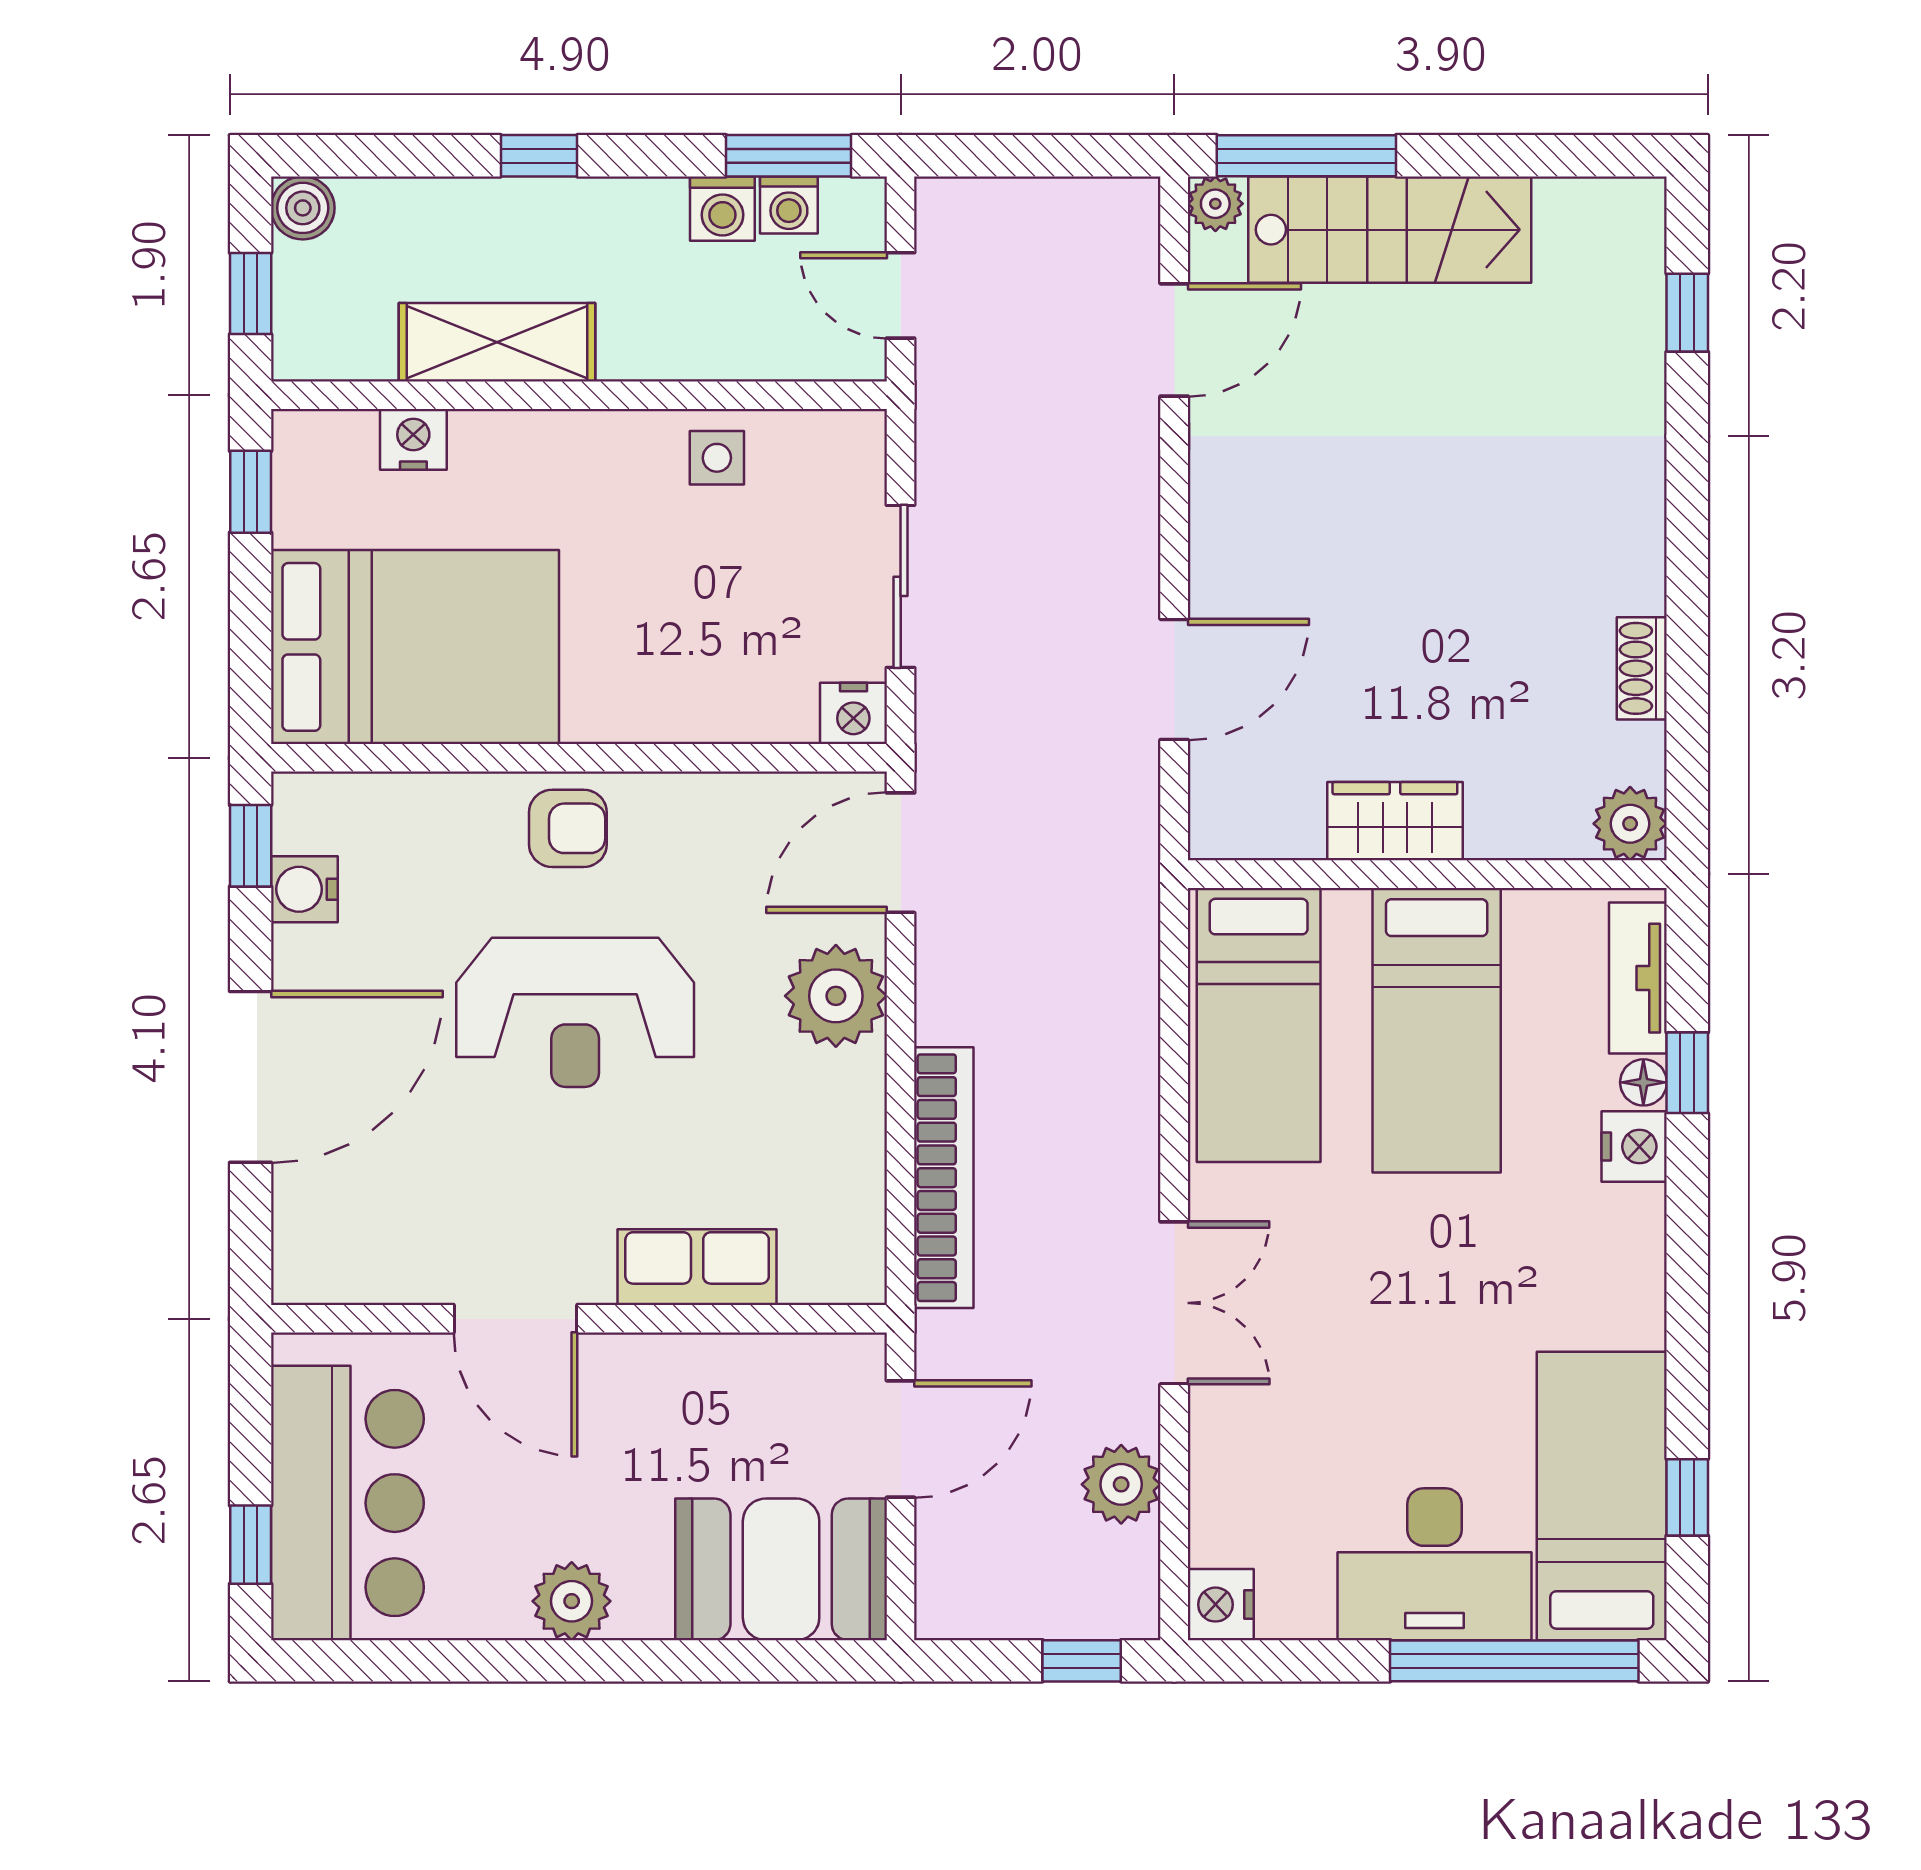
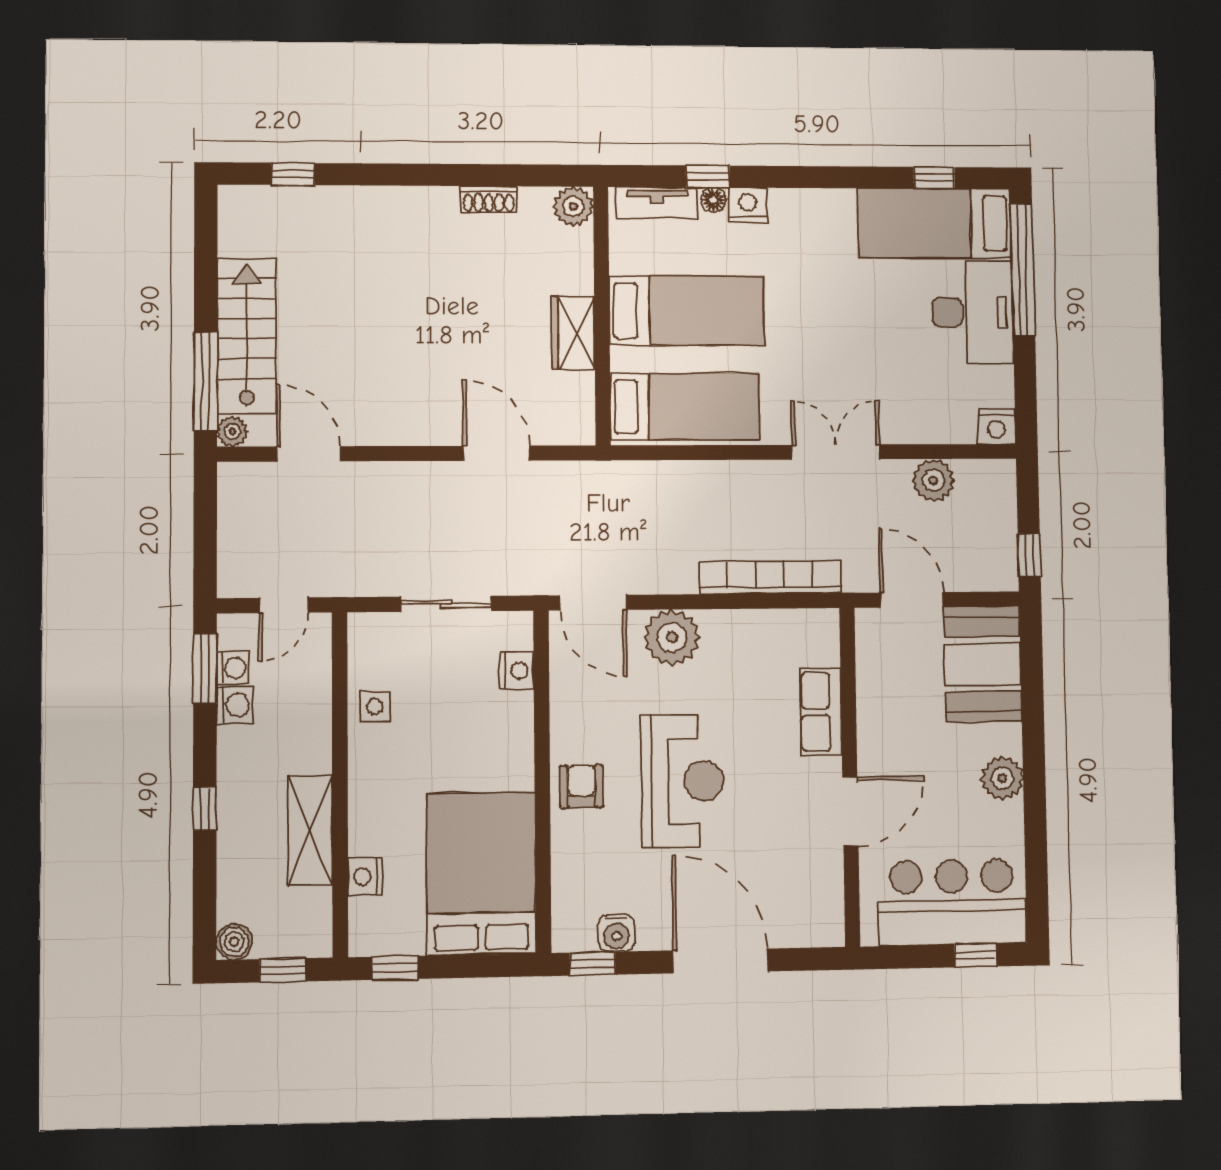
nightstand: (853, 713) -> (517, 670), moved
window: (1082, 1661) -> (1029, 555), moved

